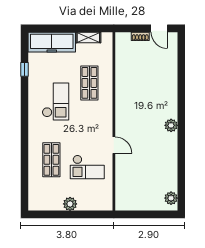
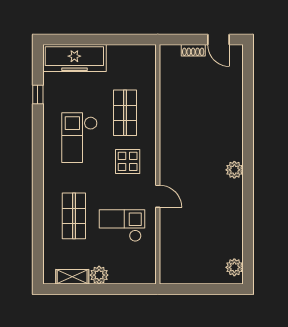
shelving: (88, 37) -> (72, 277), moved
checkout: (55, 101) -> (79, 138), turned 180
display table: (91, 119) -> (128, 161), added
checkout: (87, 167) -> (122, 226), turned 180

